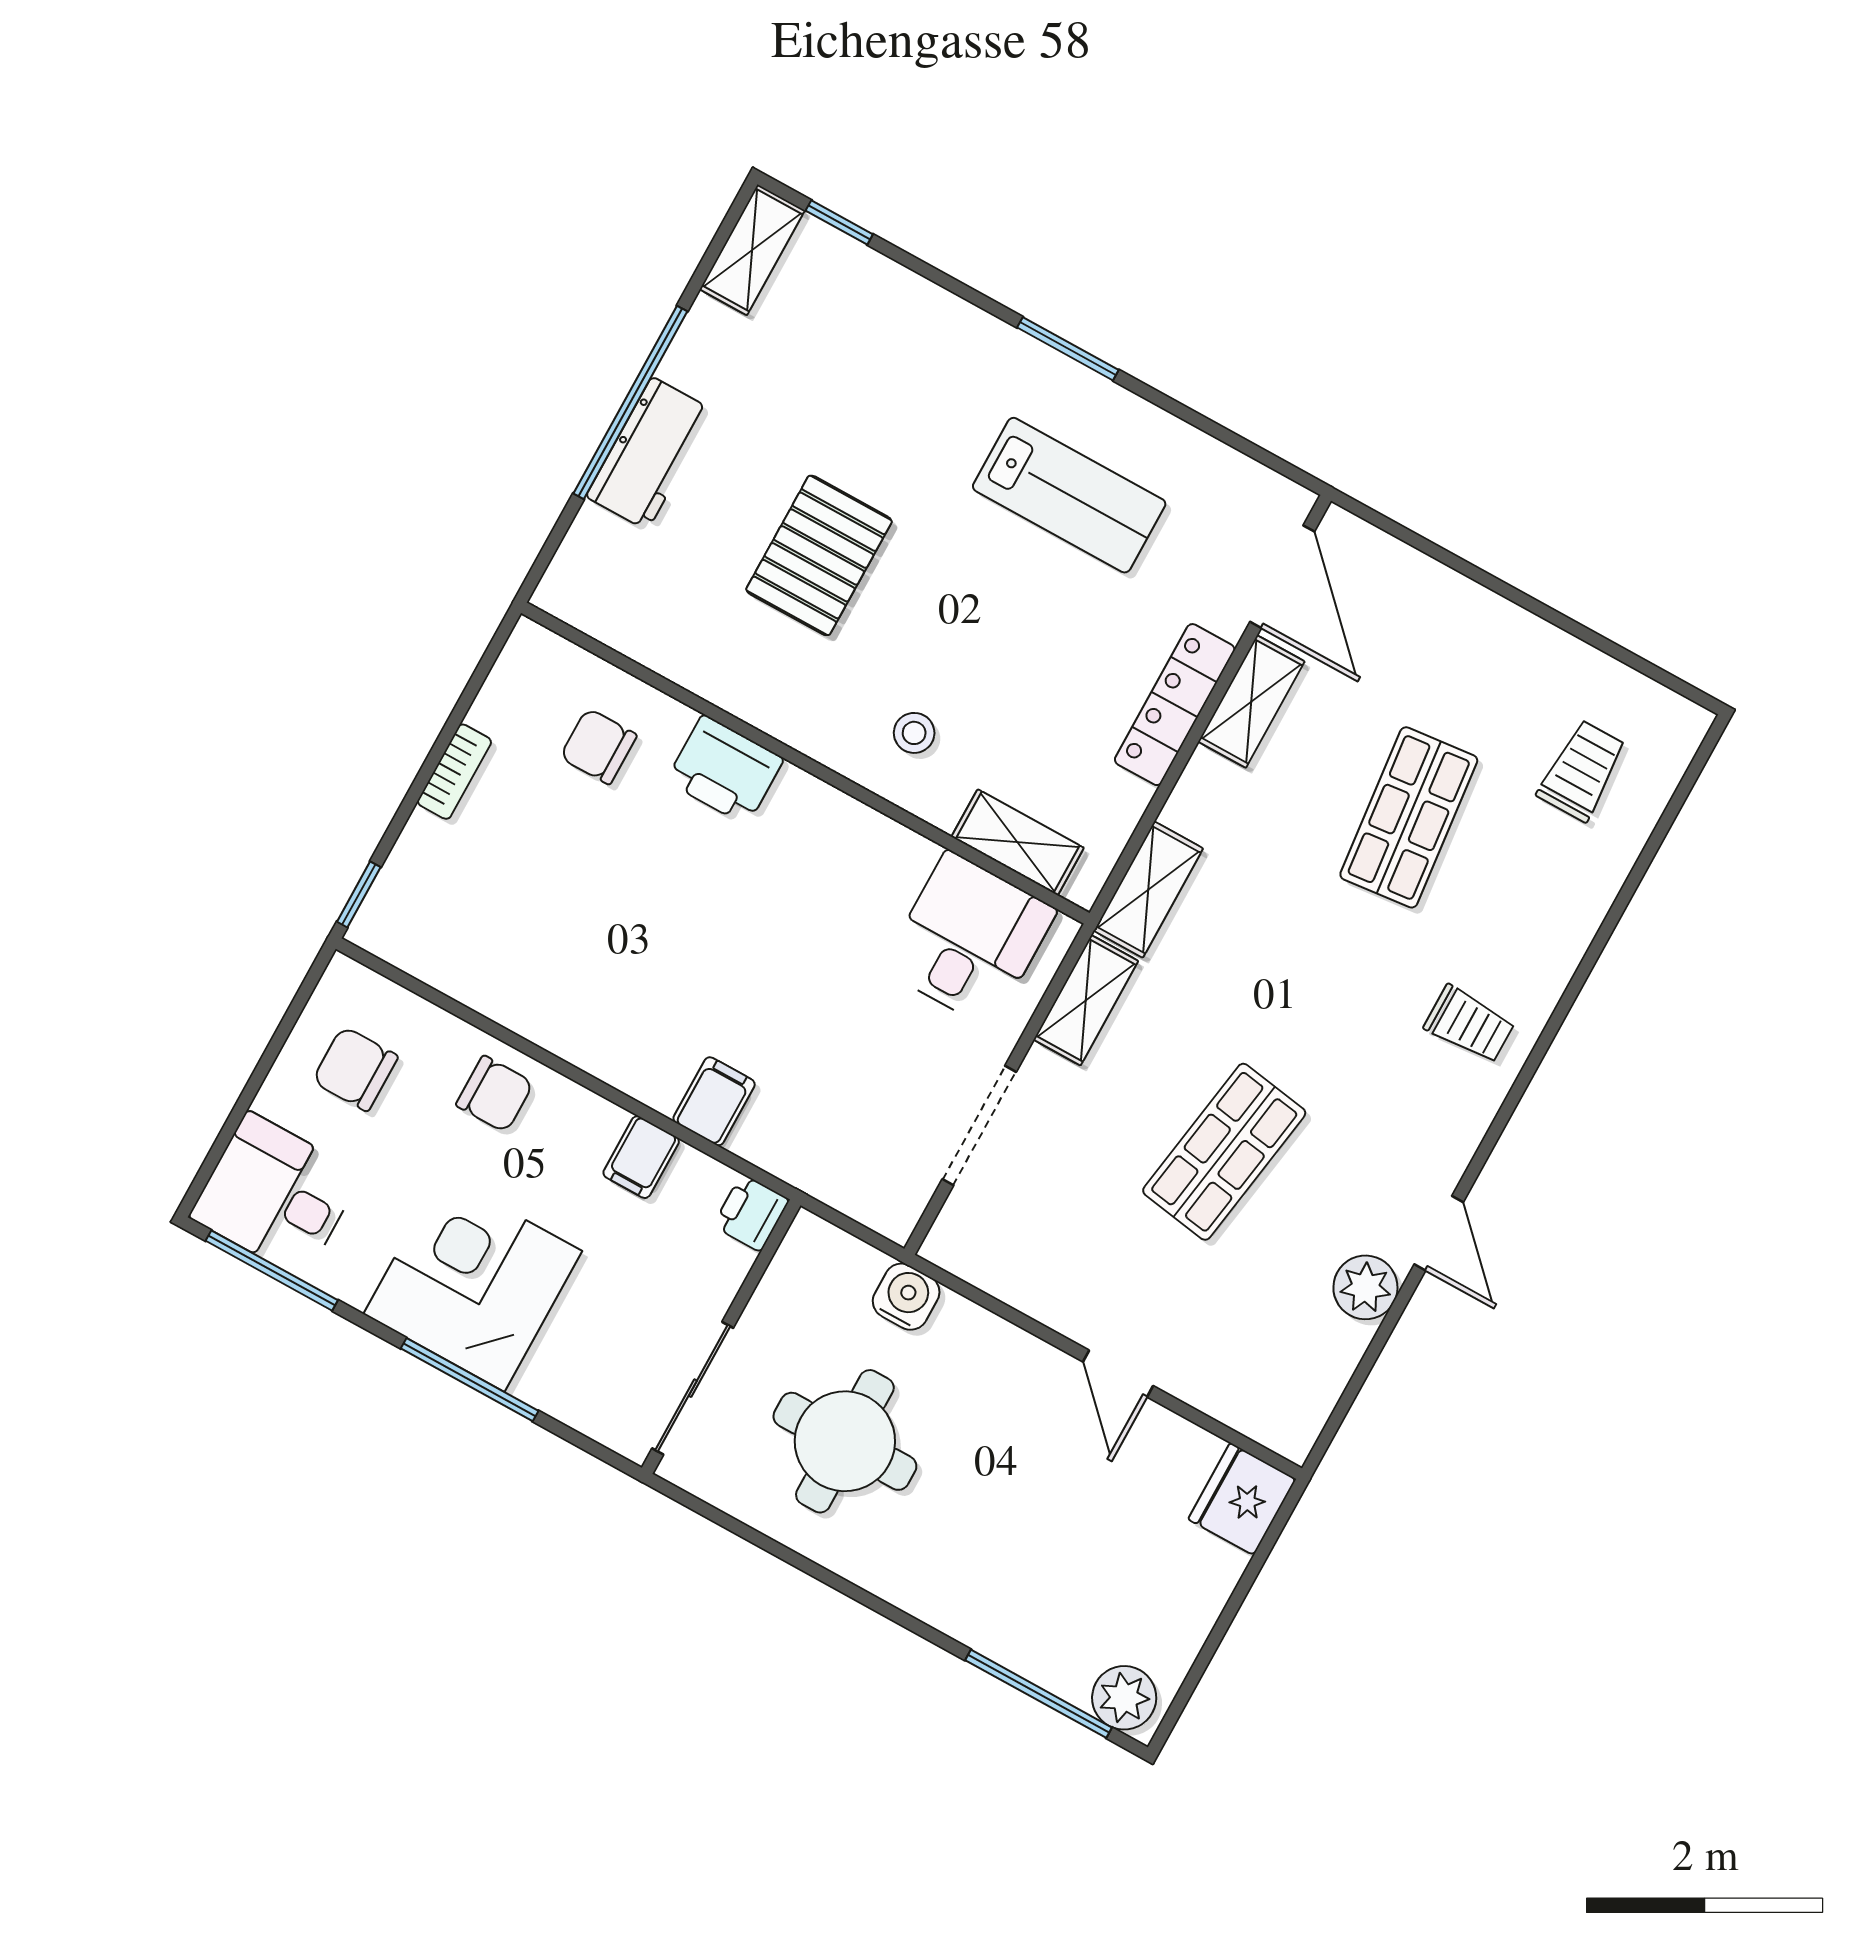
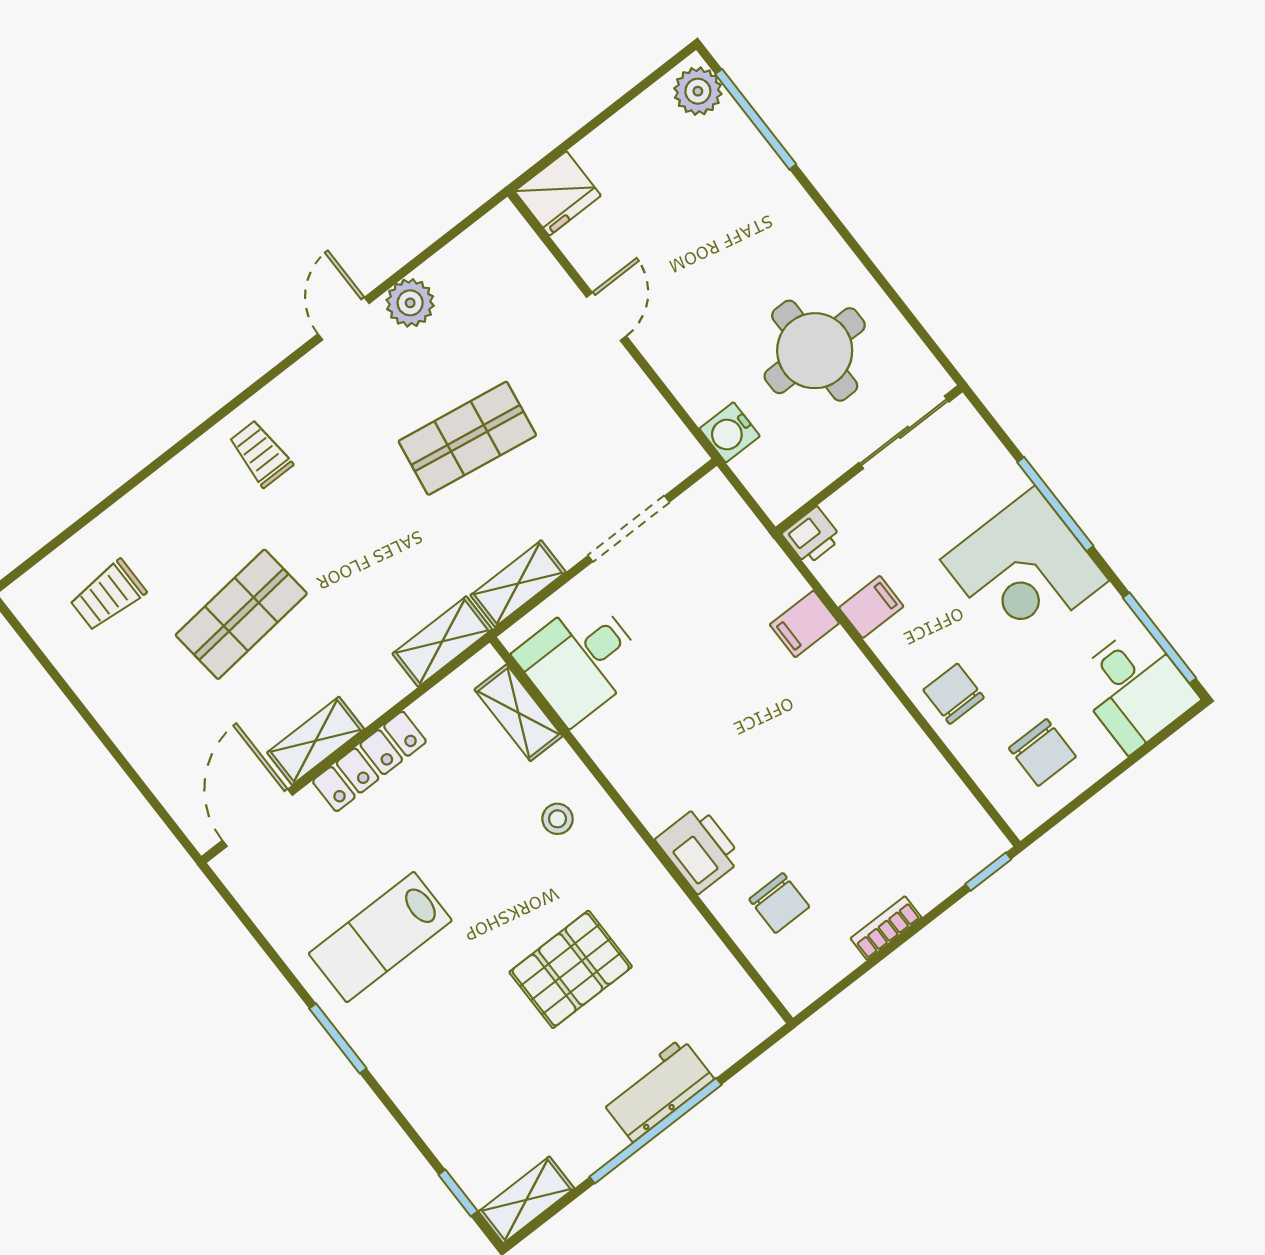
lab bench: (1069, 495) -> (380, 937), turned -90

